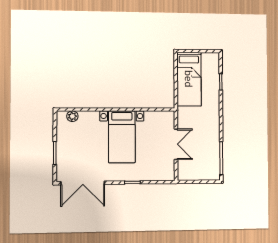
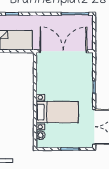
bed with nightstands: (122, 137) -> (57, 112), moved
double door: (176, 144) -> (63, 51), width x1.87

